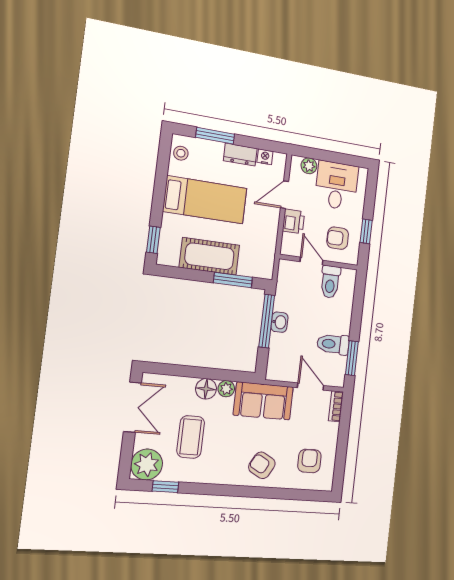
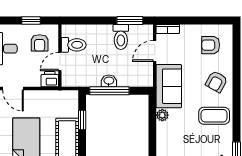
printer: (294, 221) -> (50, 79), moved
window: (233, 280) -> (82, 120), width x0.67
floor lamp: (206, 389) -> (164, 130), removed
coffee table: (191, 437) -> (214, 116), moved

